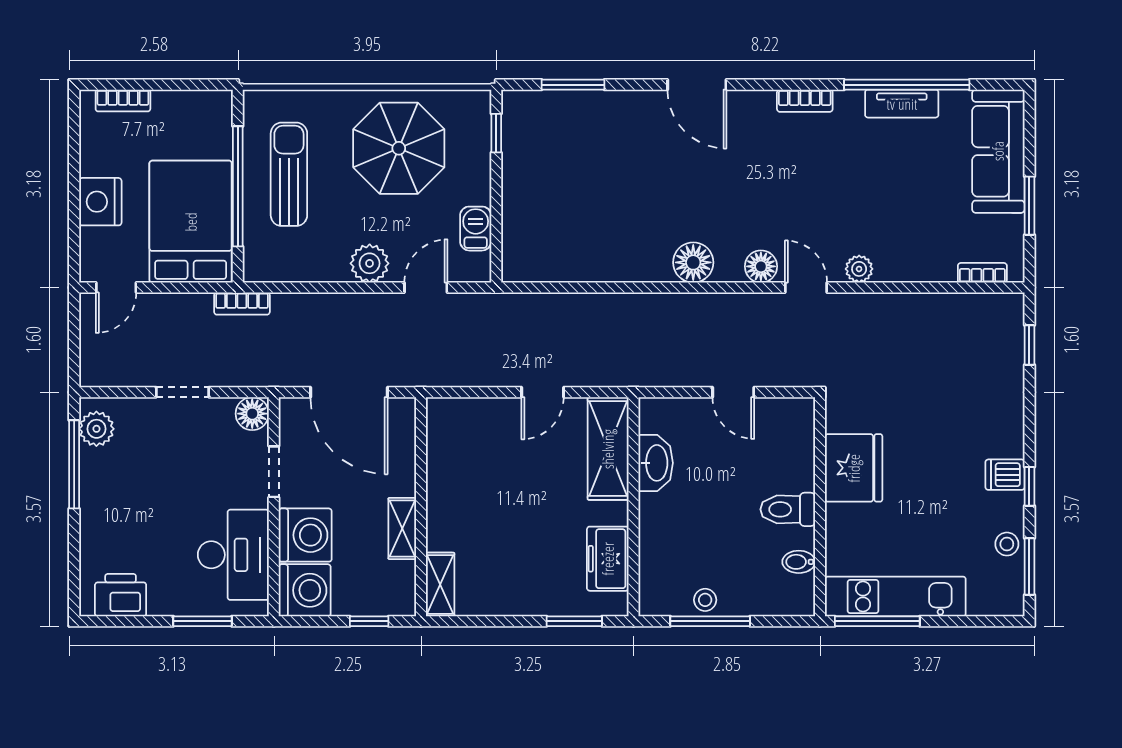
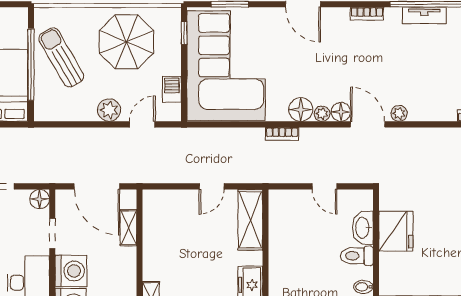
sun lounger: (289, 174) -> (61, 57), turned -30
corner sofa: (567, 188) -> (226, 66), added
plant: (729, 269) -> (322, 114), added
door: (806, 287) -> (368, 124), width x1.37
bookcase: (242, 304) -> (282, 134), moved
washbasin: (656, 463) -> (363, 228), moved, turned 180
shelving: (402, 528) -> (128, 228), moved

